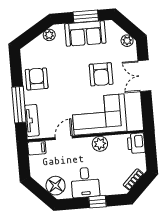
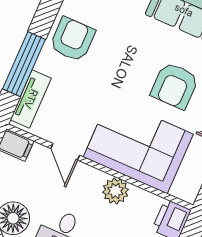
door: (64, 138) -> (65, 152), swing flipped

